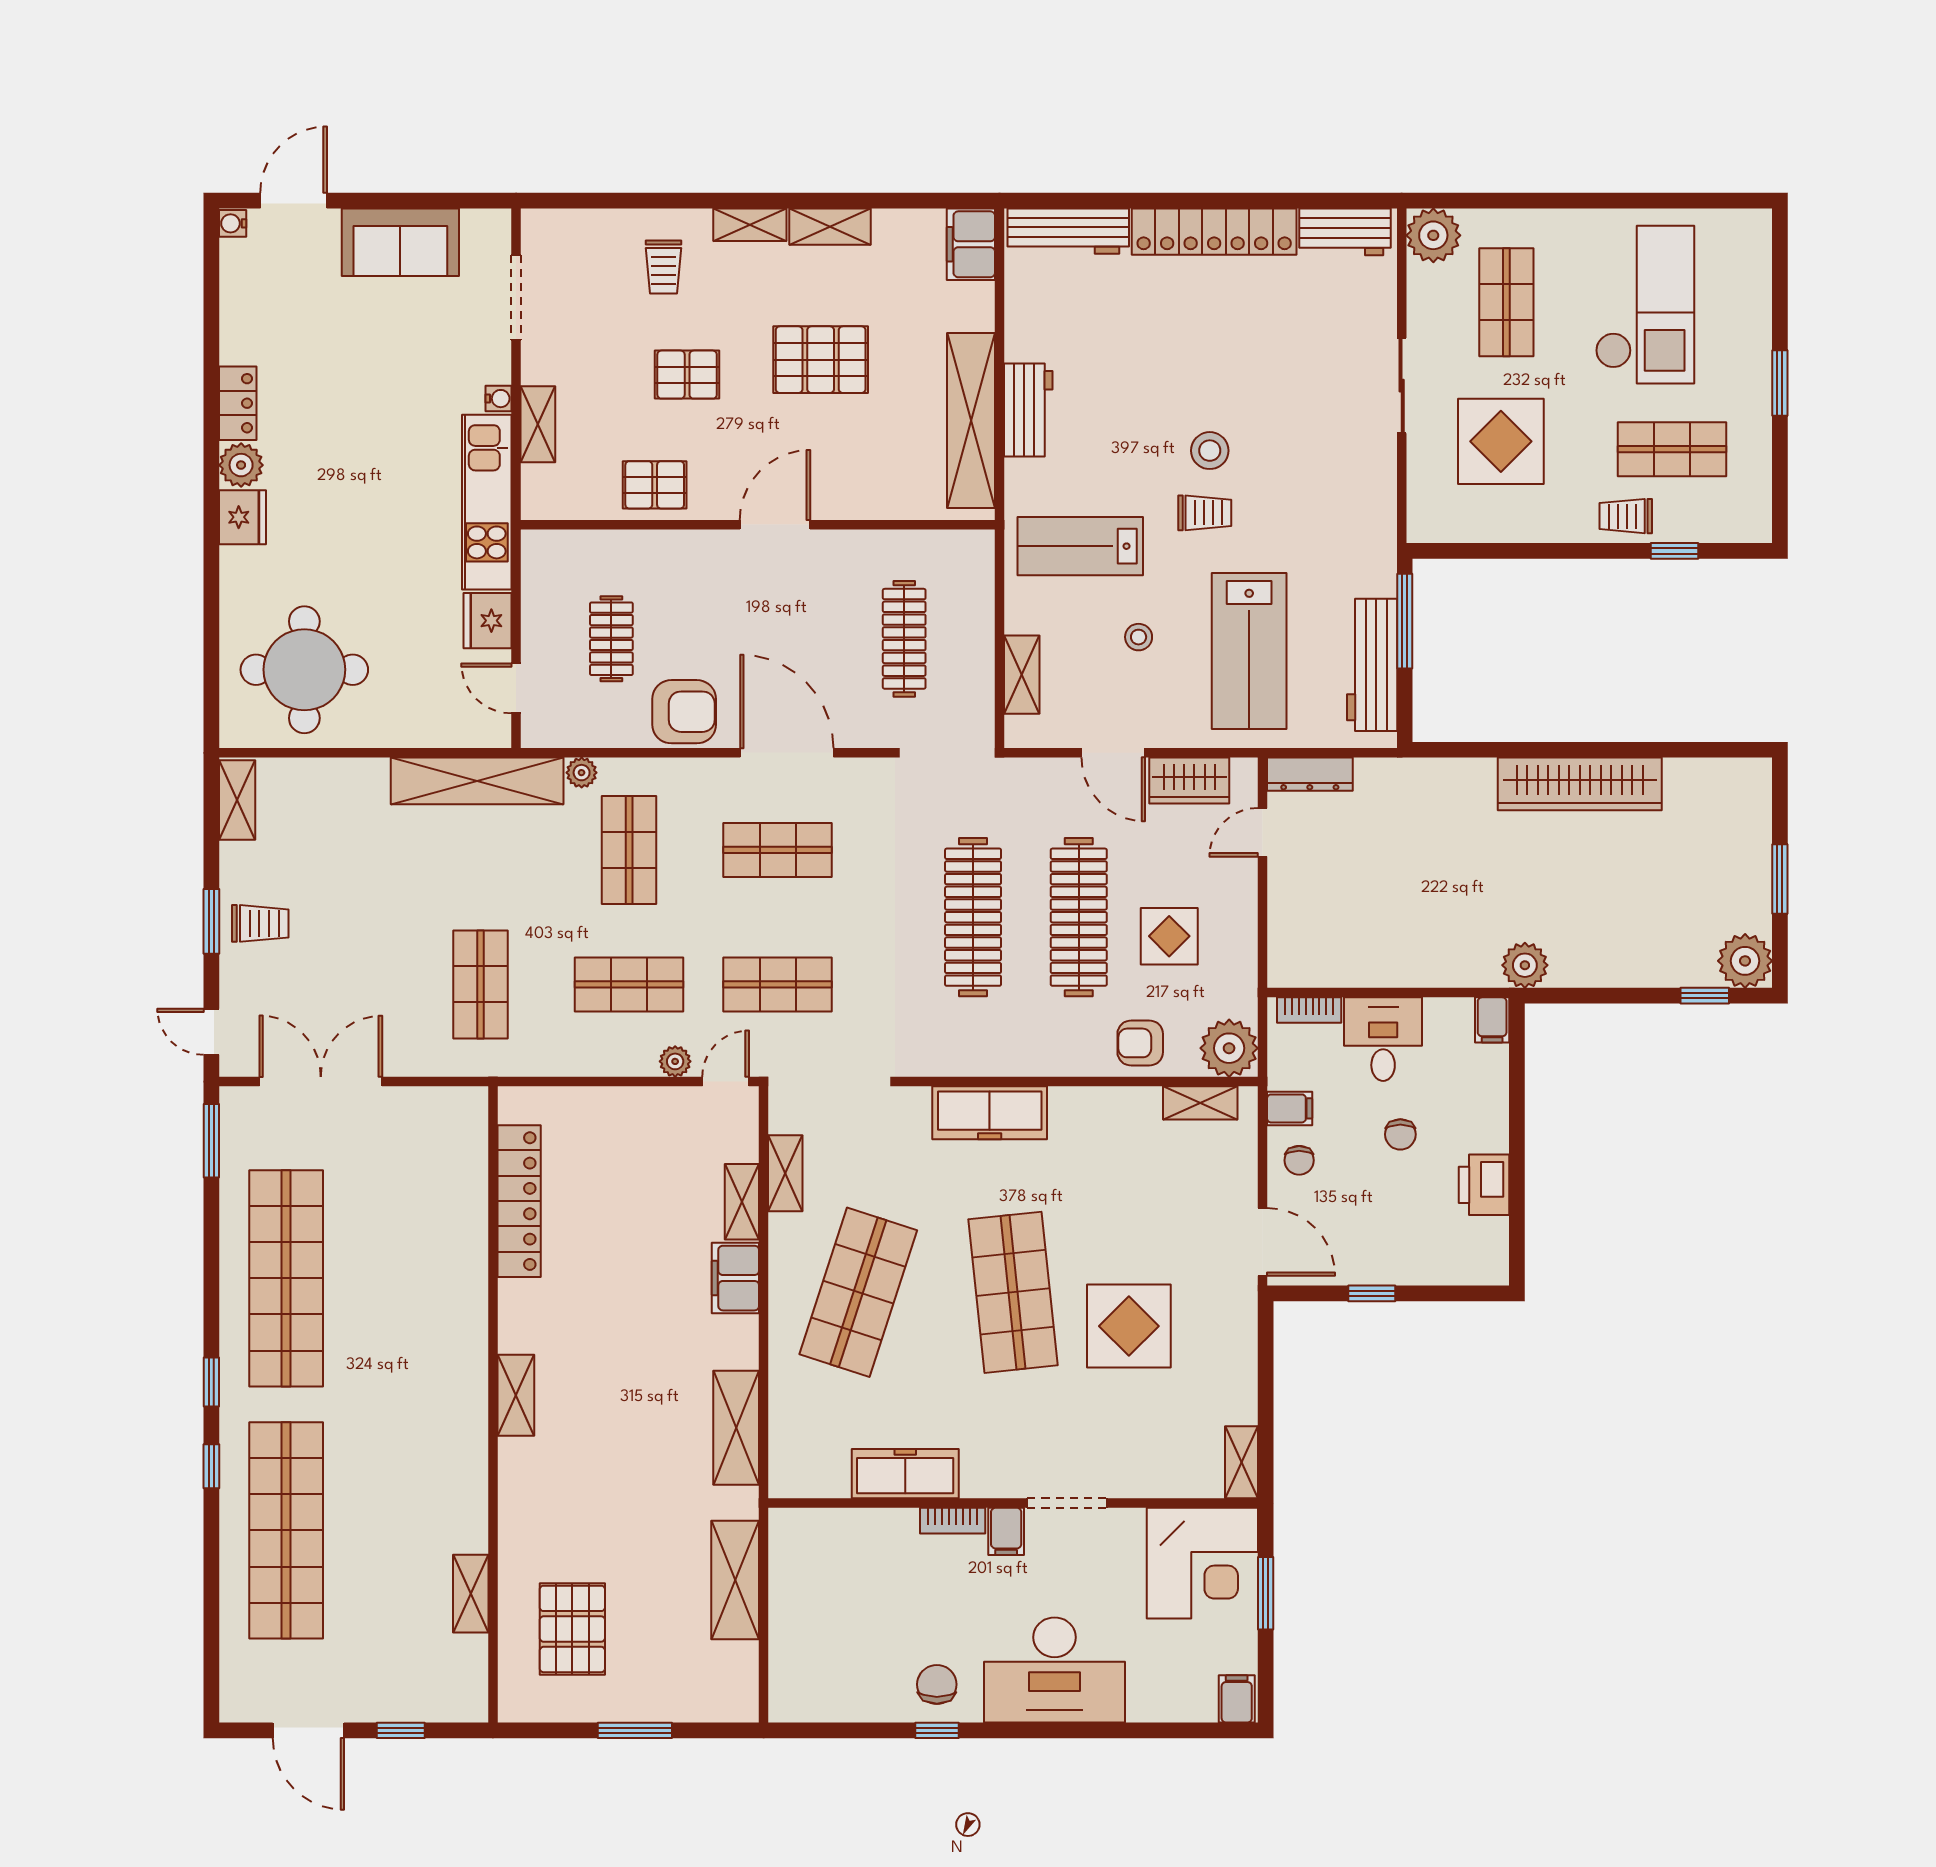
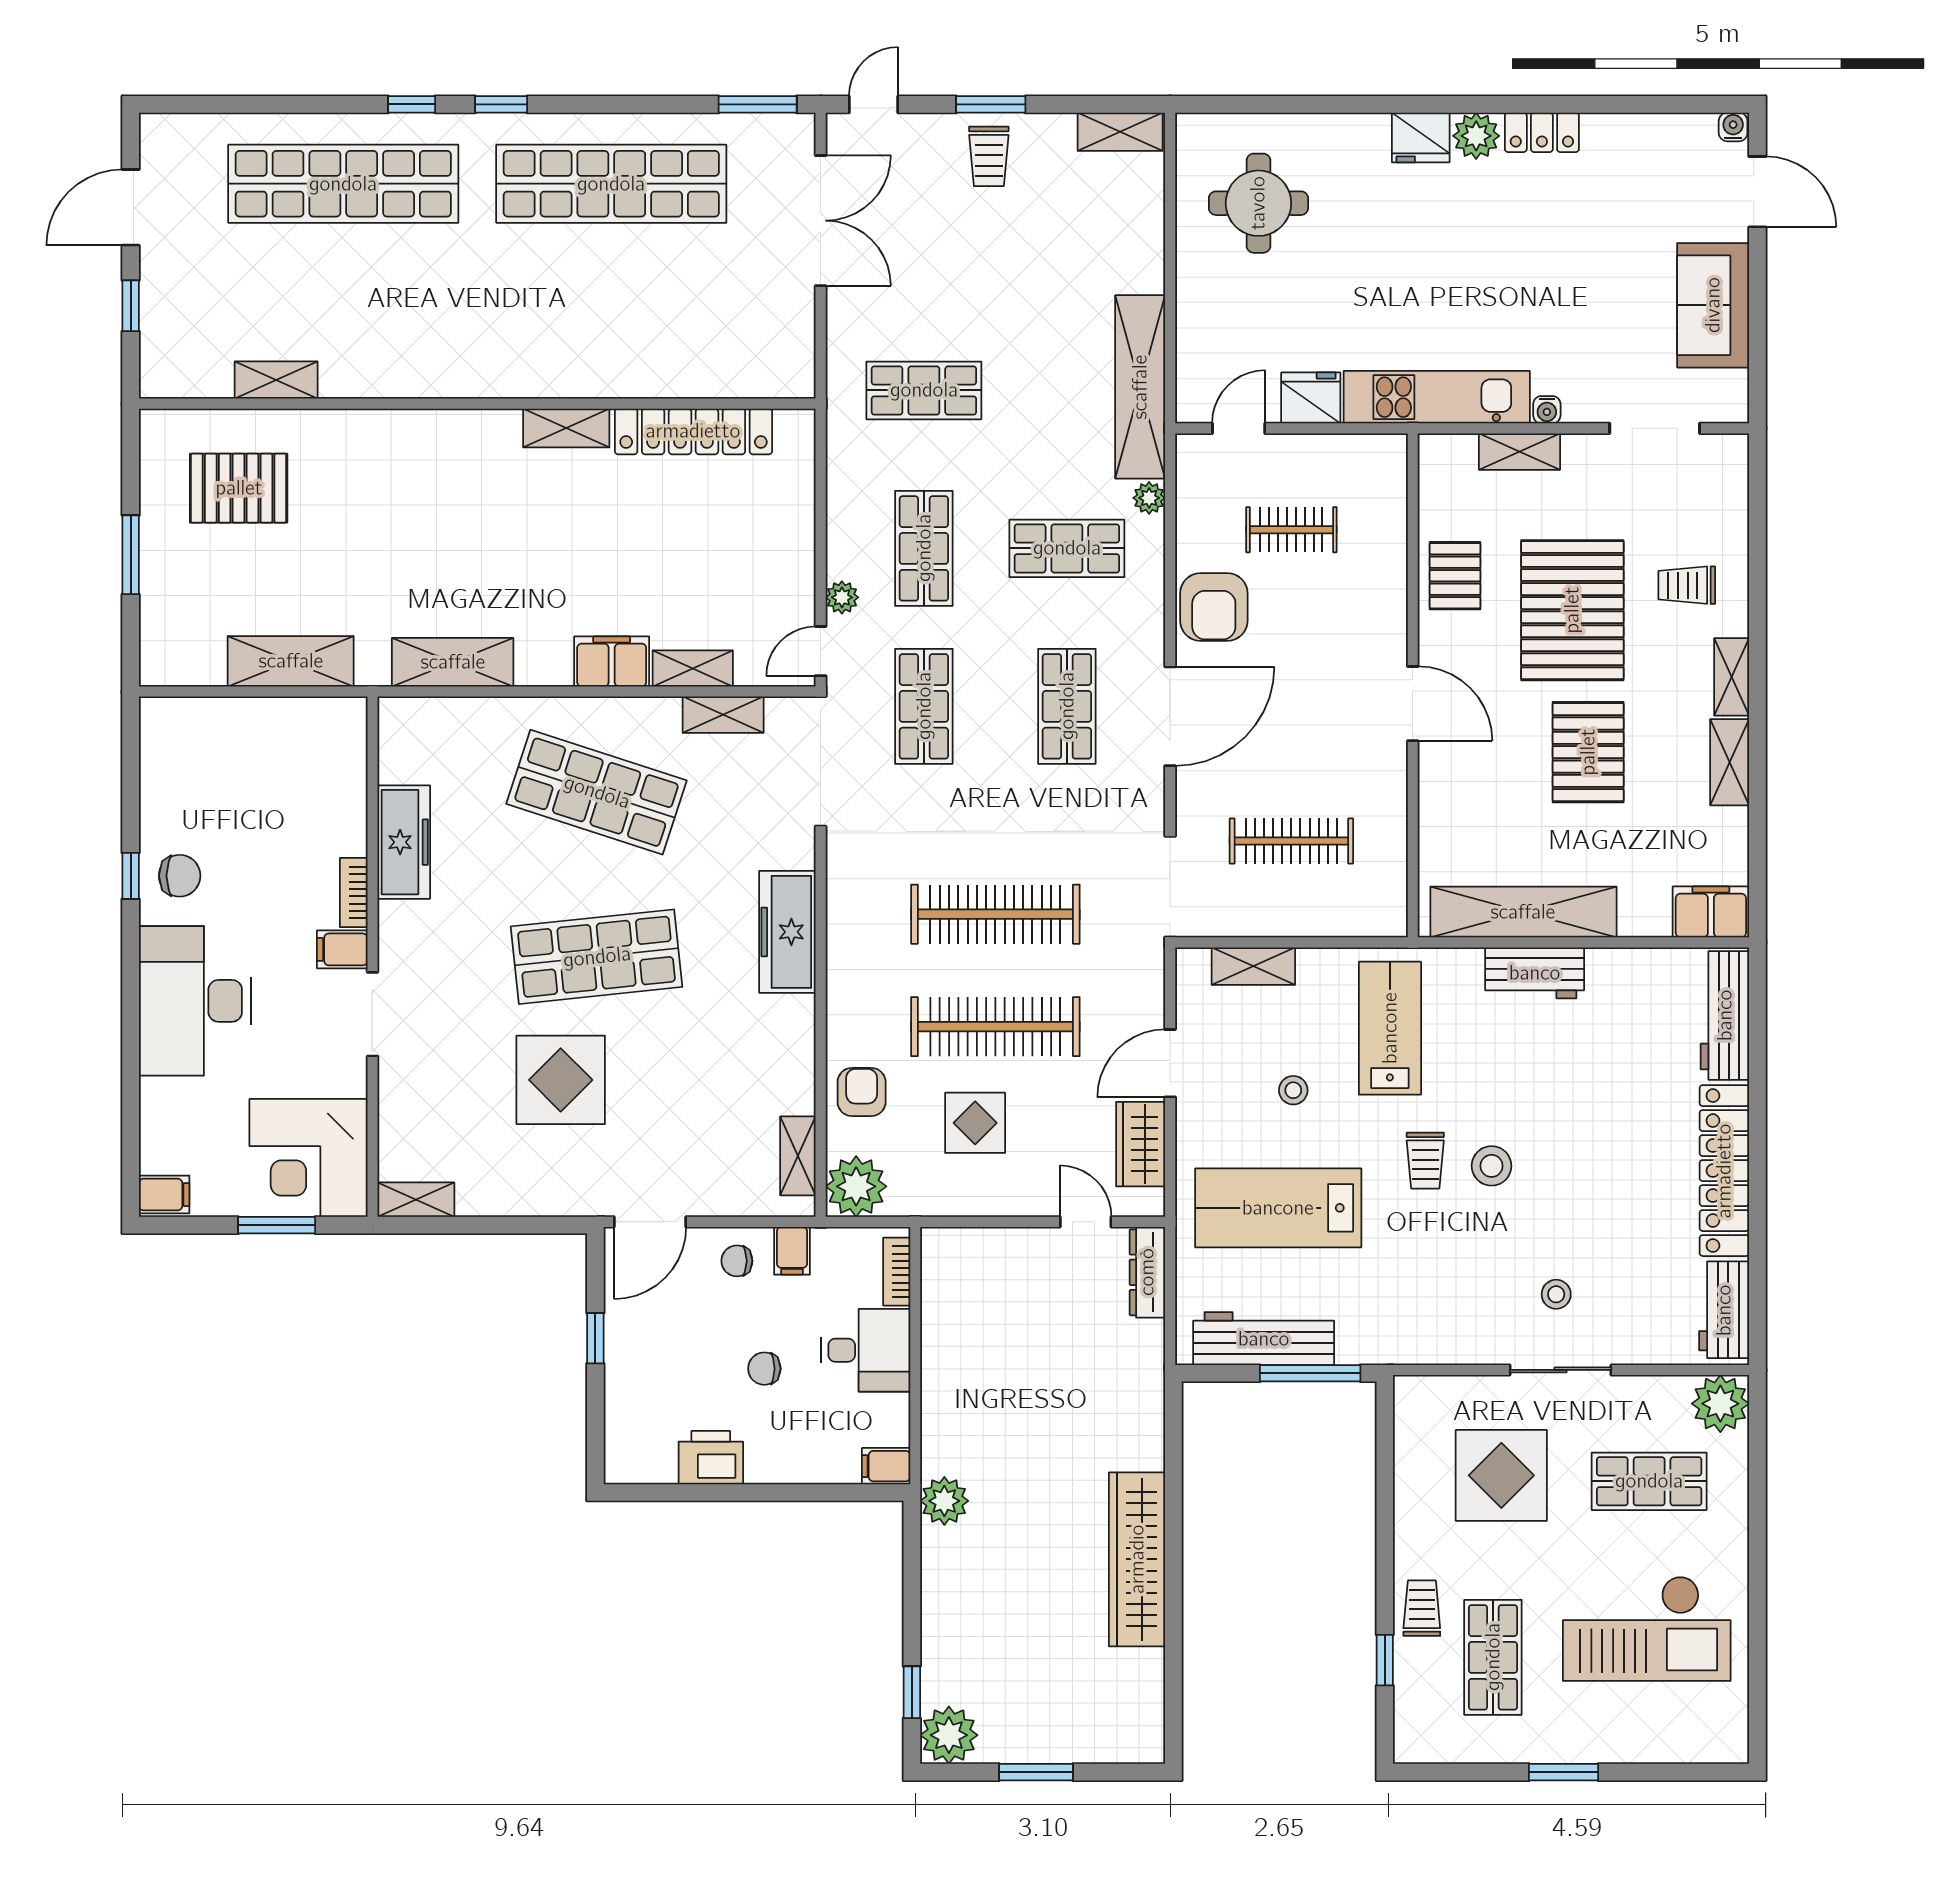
pallet: (687, 375) -> (1572, 610), width x2.05, depth x2.00
stool: (1330, 390) -> (1556, 1294), added
round table: (304, 670) -> (1258, 203), width x0.73, depth x0.73
door: (726, 1082) -> (821, 651), swing flipped
shelving: (516, 1395) -> (566, 428), moved

